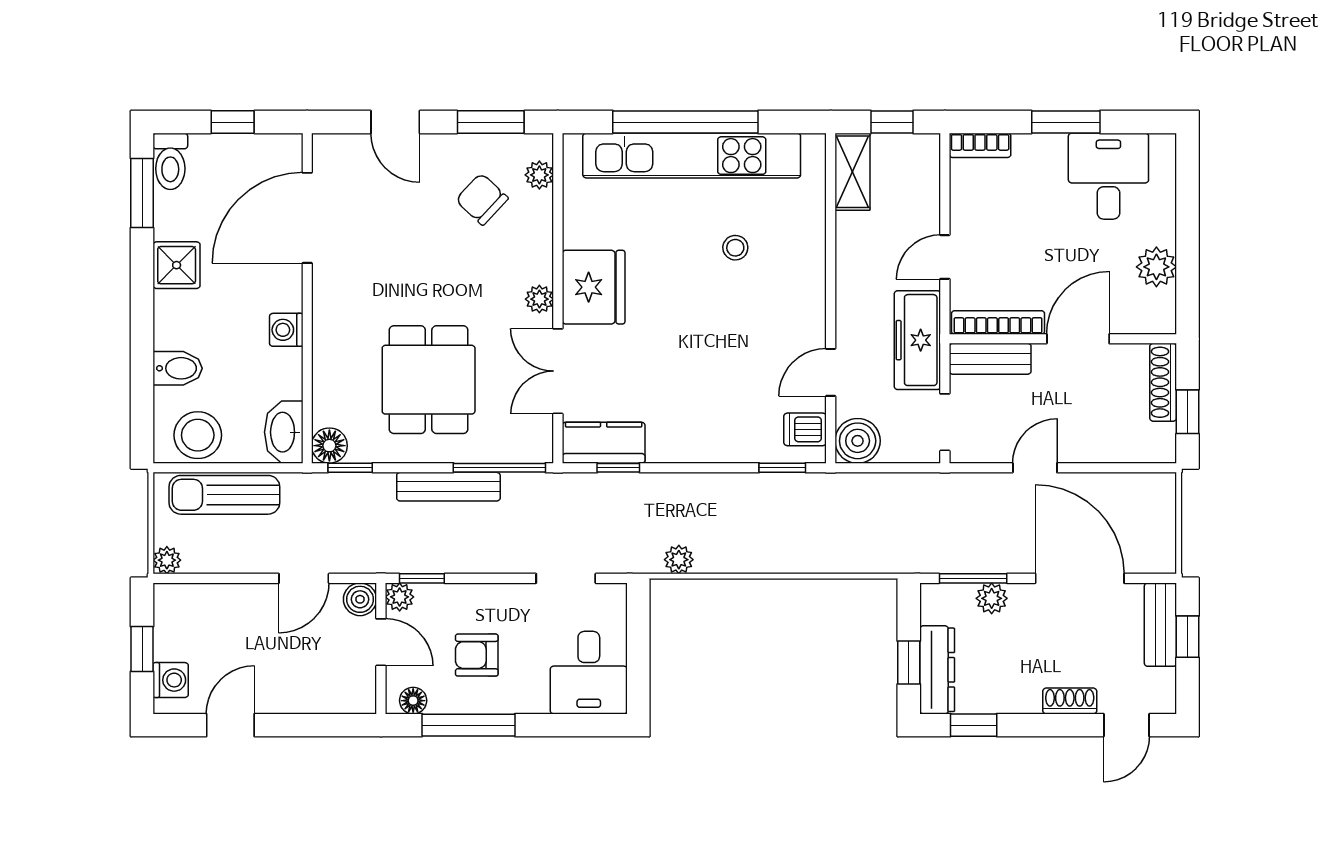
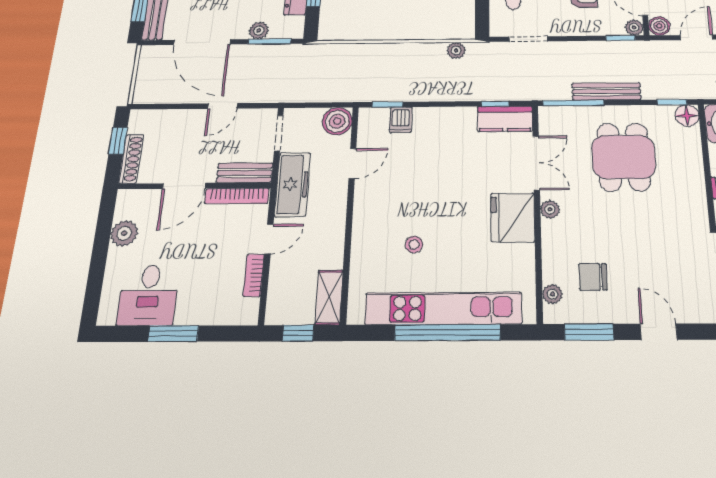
bookcase: (980, 145) -> (254, 275), moved, turned -90
chair: (482, 199) -> (593, 277), turned 137
dishwasher: (805, 429) -> (401, 120), moved, turned 90

